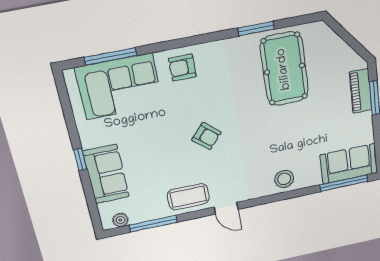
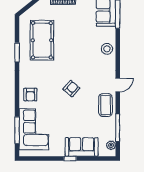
pool table: (284, 69) -> (42, 40), turned 90

